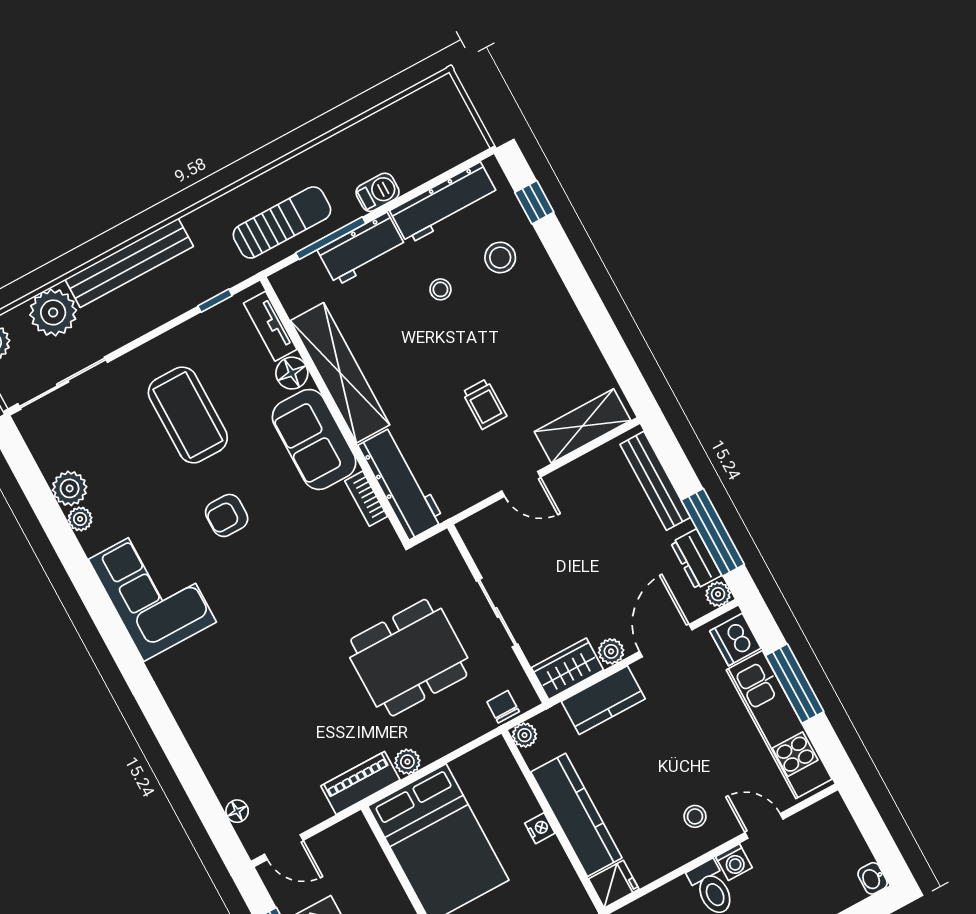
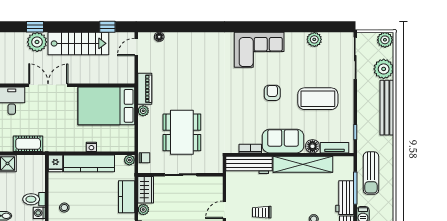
plant: (80, 519) -> (301, 37), removed

